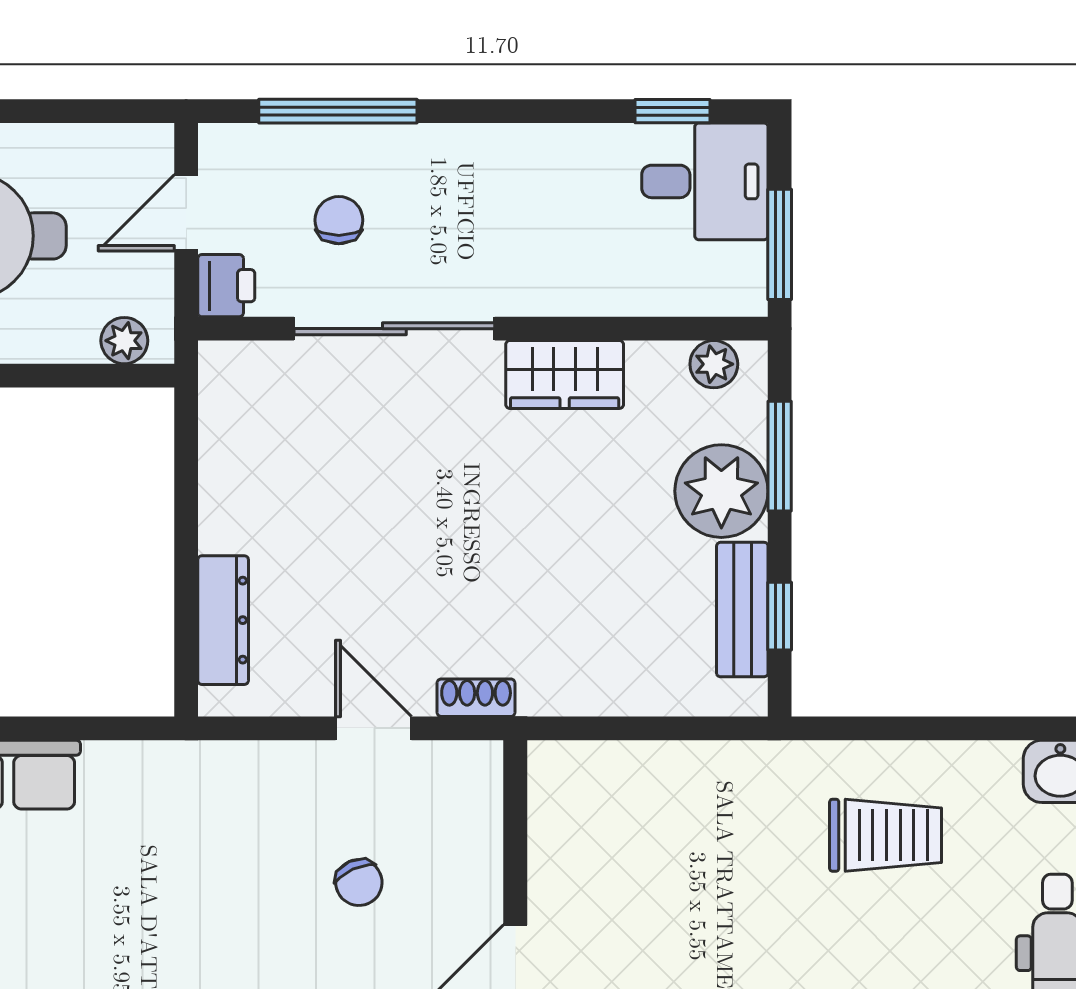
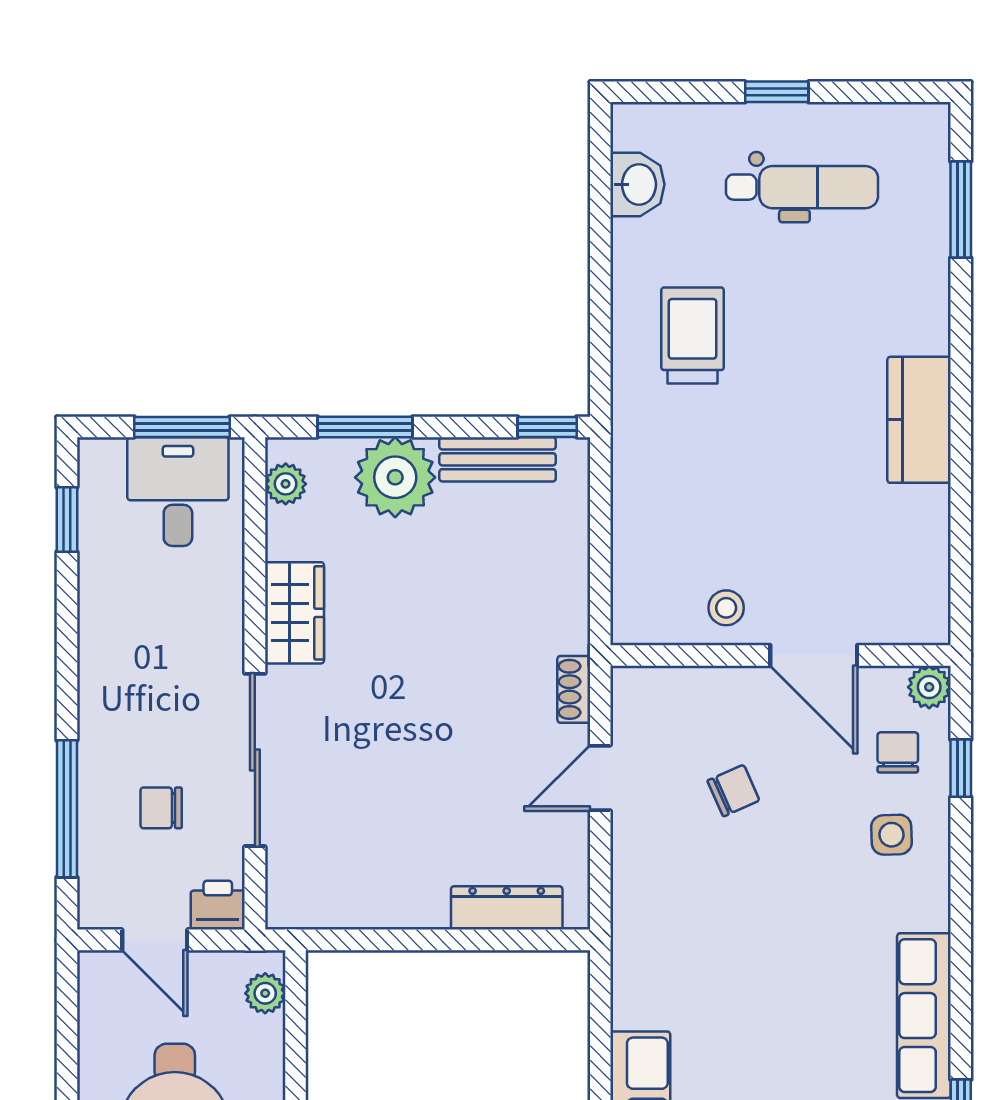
desk: (705, 181) -> (178, 492), moved
window: (780, 616) -> (547, 427), moved
stool: (570, 874) -> (726, 608), added

